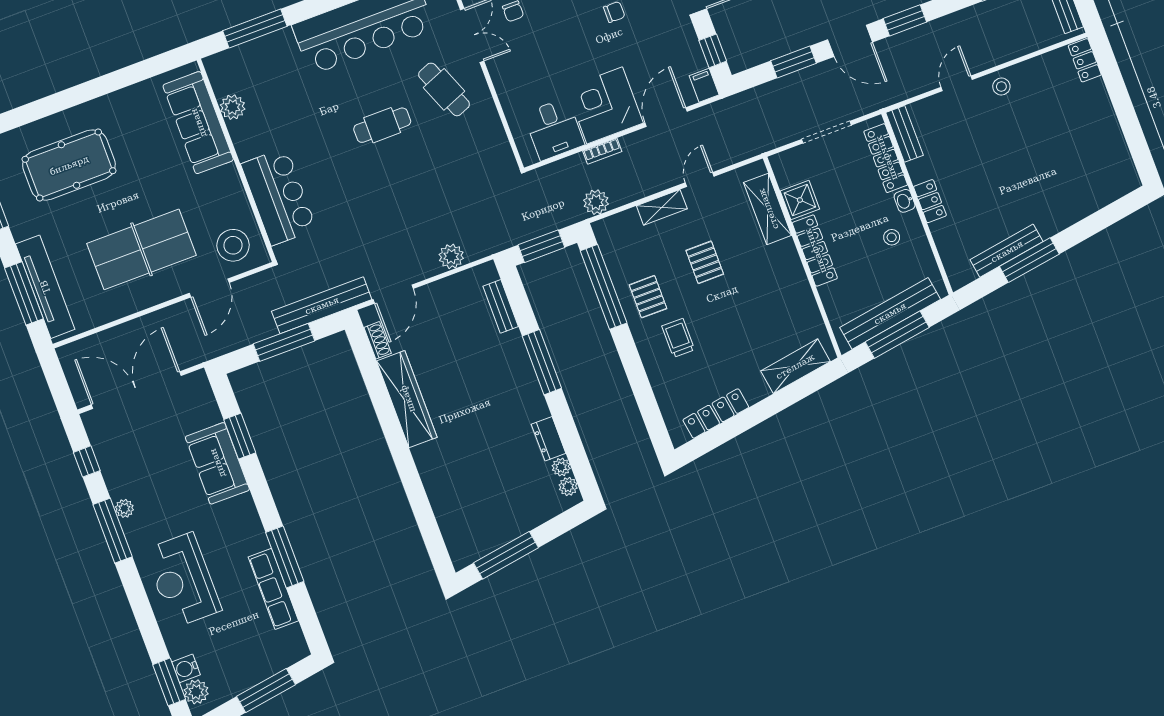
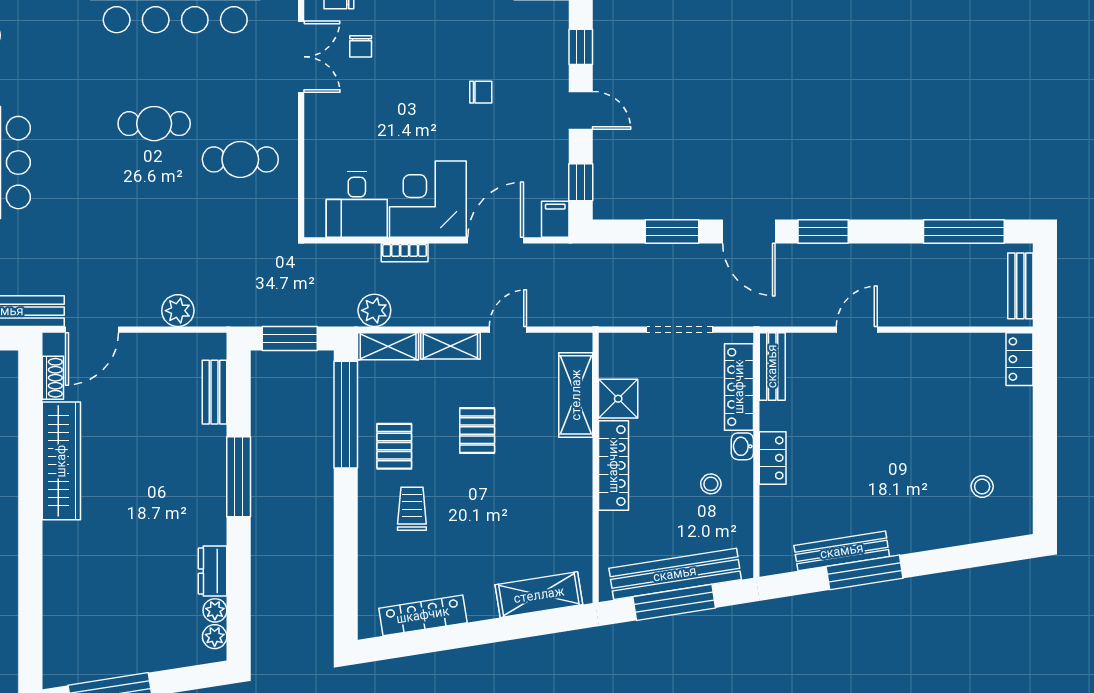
stool: (1001, 87) -> (982, 486), moved
cafe table: (444, 89) -> (240, 159), moved, turned -68
shelving: (616, 225) -> (388, 346), added

